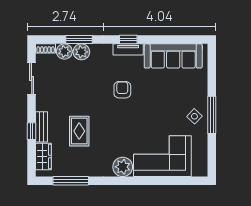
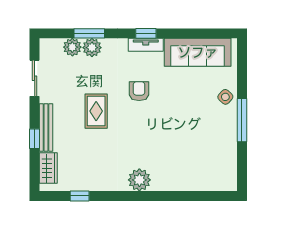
shoe rack: (46, 48) -> (51, 44), removed
side table: (194, 116) -> (225, 97), moved
bench: (41, 127) -> (46, 128), width x1.36
rug: (79, 131) -> (96, 111), moved
corner sofa: (162, 156) -> (185, 168), removed
window: (71, 181) -> (80, 196), width x0.46

